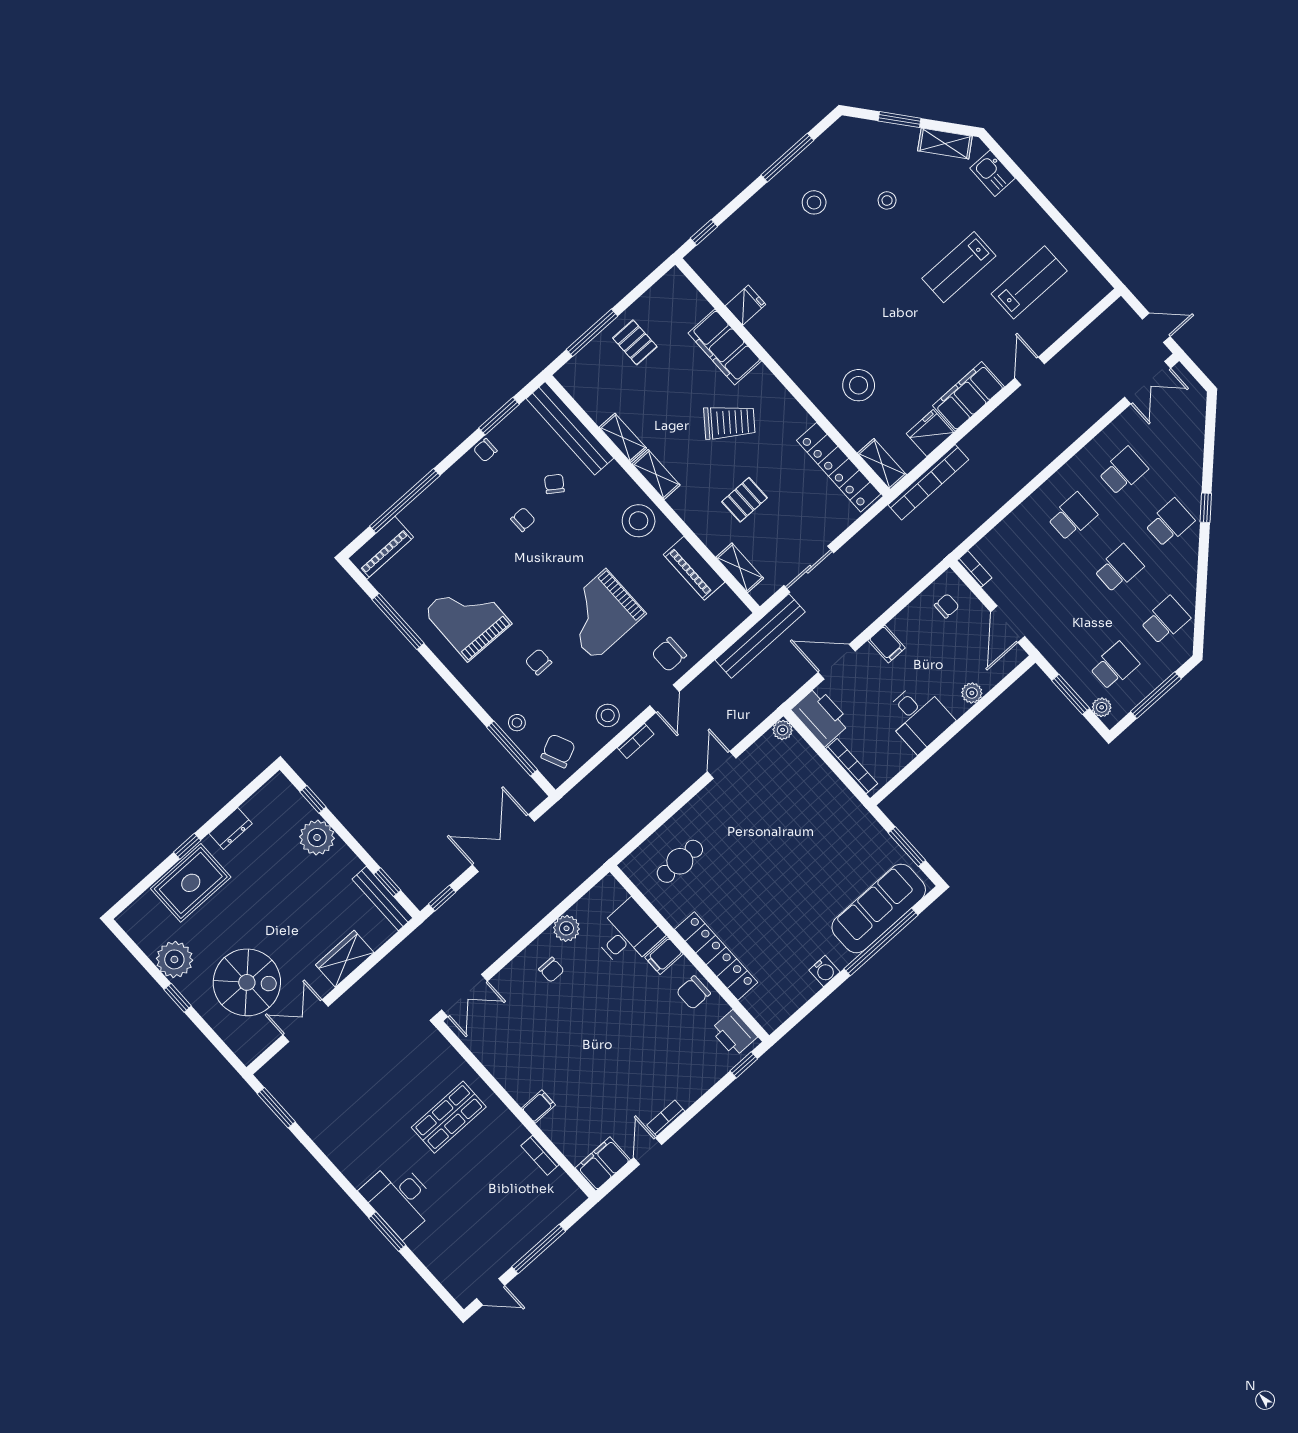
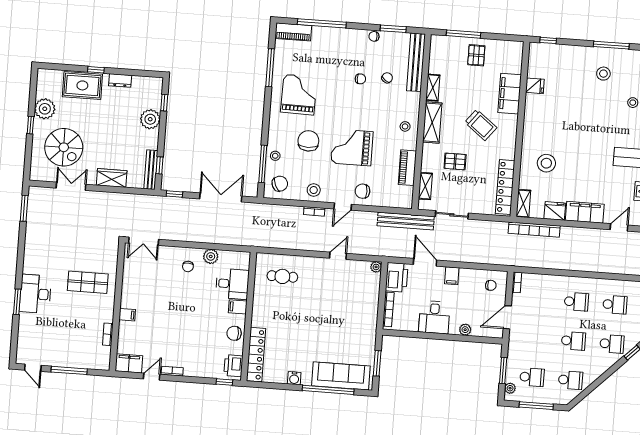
shelving: (656, 474) -> (432, 122), width x1.50, depth x1.33
stool: (639, 521) -> (405, 126), width x0.53, depth x0.53
chair: (538, 662) -> (308, 141), width x1.87, depth x1.87
locker: (716, 956) -> (256, 355), moved

